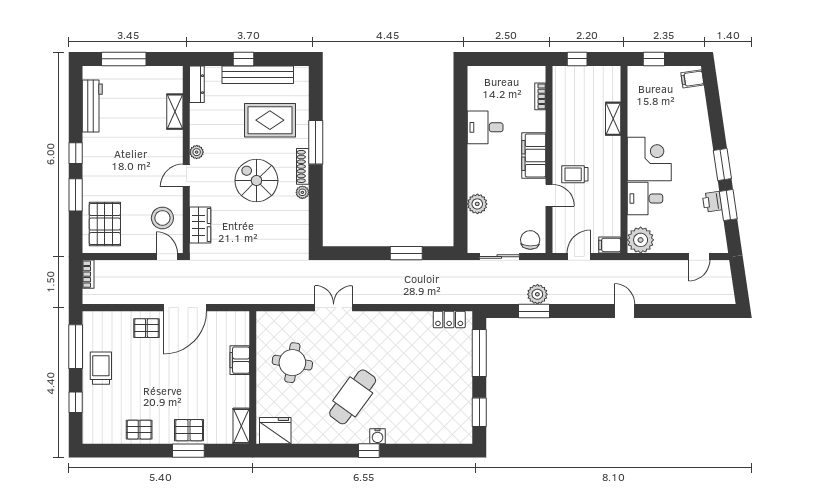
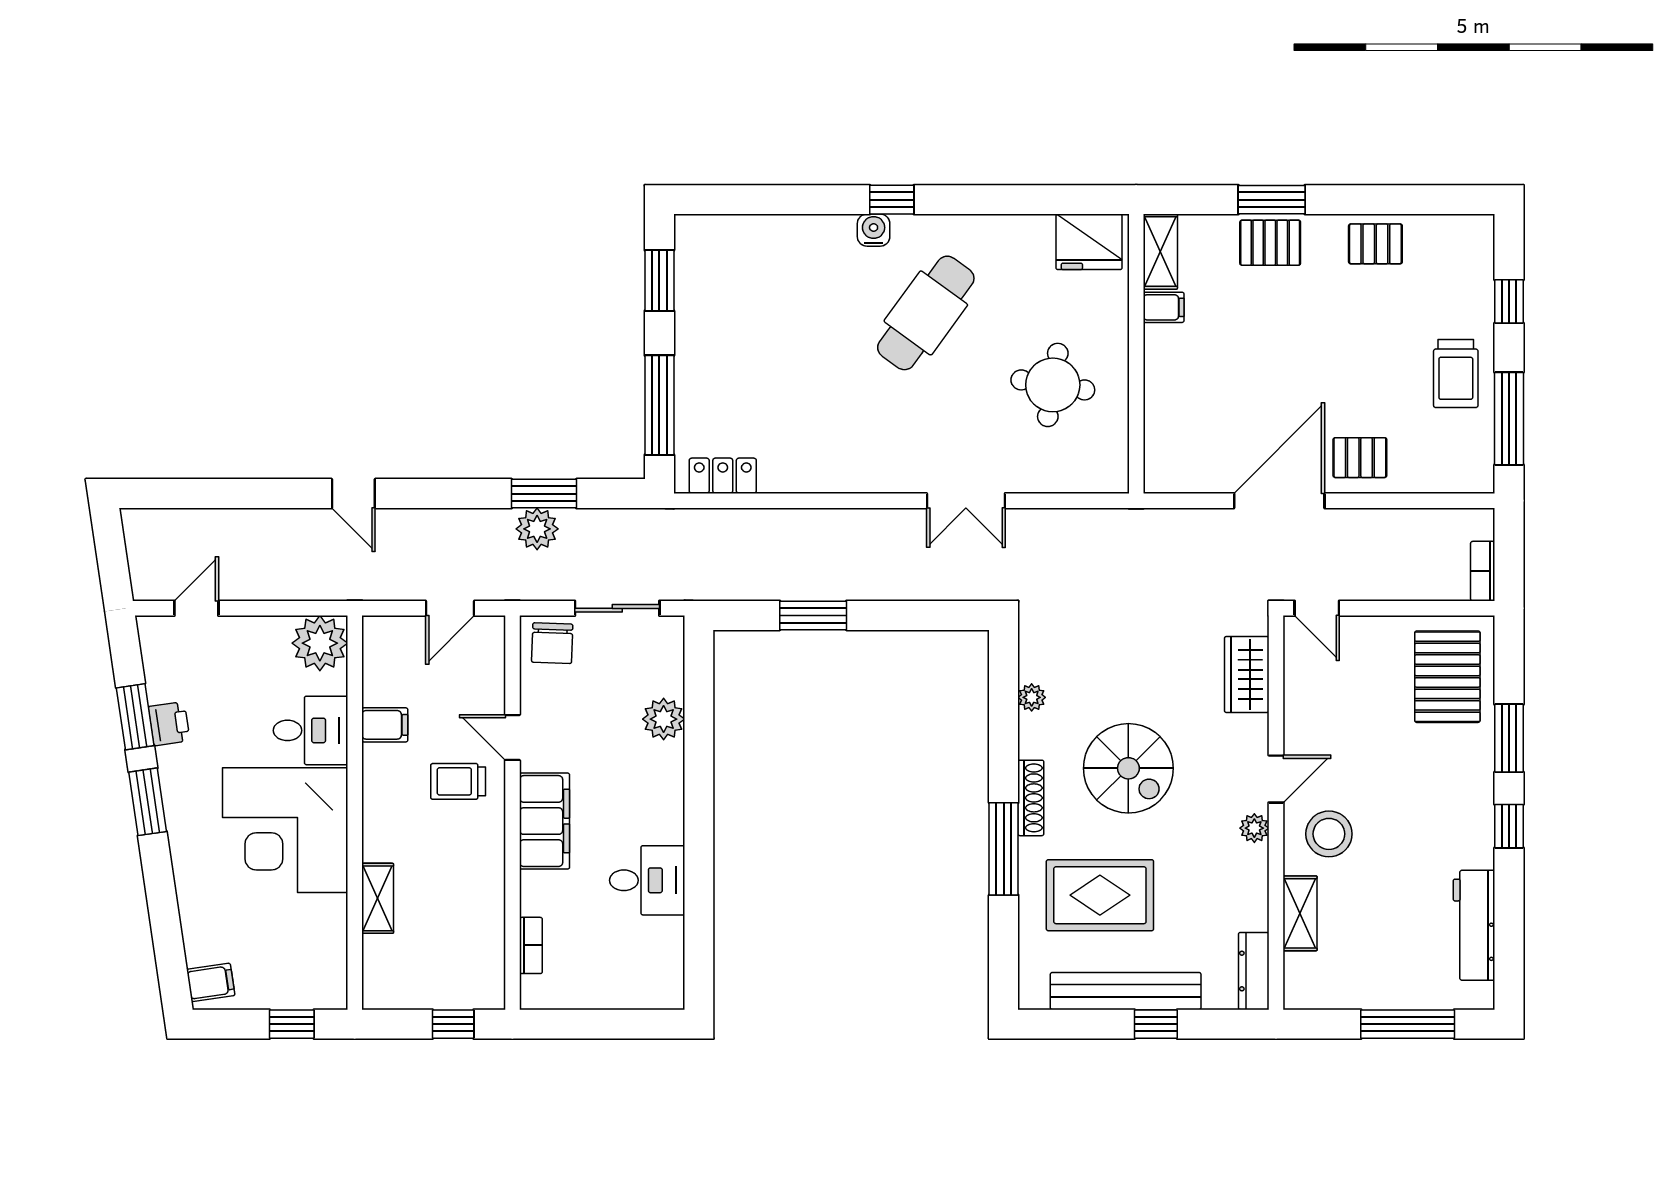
corner desk: (649, 159) -> (285, 830), width x1.36, depth x1.36
trolley: (575, 174) -> (458, 781), turned 180
plant: (302, 192) -> (1032, 697), moved
stool: (162, 218) -> (1329, 834), moved
filing cabinet: (610, 245) -> (385, 725), moved
filing cabinet: (240, 360) -> (1164, 307), moved, width x0.50

